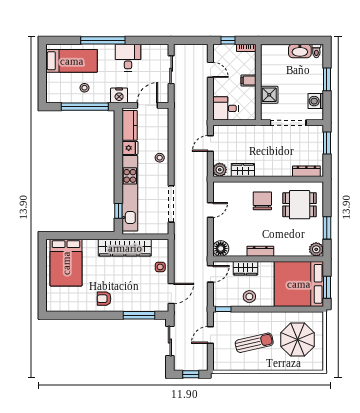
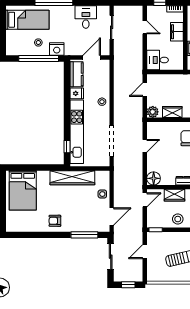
desk: (128, 58) -> (86, 17), moved
filing cabinet: (248, 81) -> (177, 32), width x2.00
nightstand: (119, 95) -> (57, 49), moved

